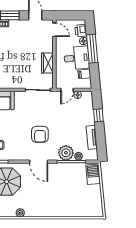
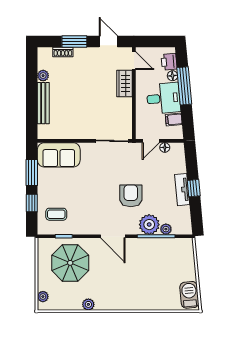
wardrobe: (47, 63) -> (125, 83), moved
window: (98, 115) -> (194, 188), moved
armchair: (40, 134) -> (131, 196), moved, turned 180
tv unit: (92, 137) -> (182, 190), moved
barbecue: (93, 174) -> (189, 295), moved

